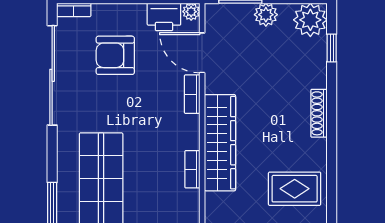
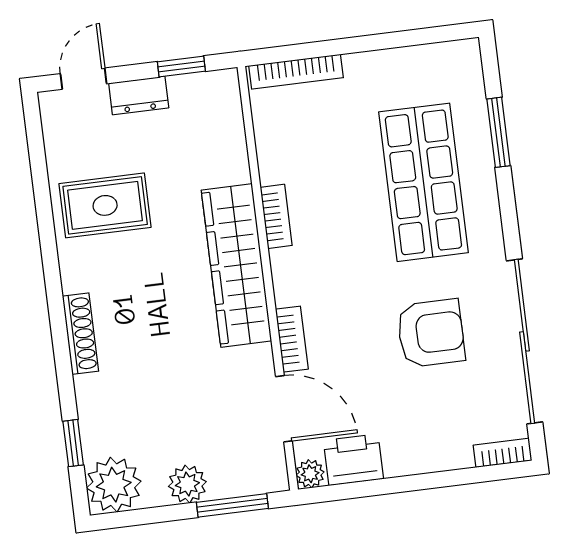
armchair: (115, 55) -> (431, 333), moved

